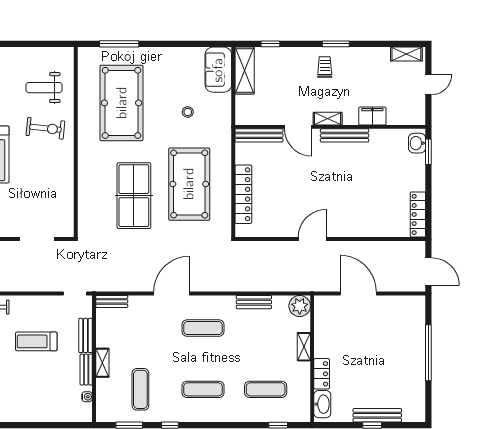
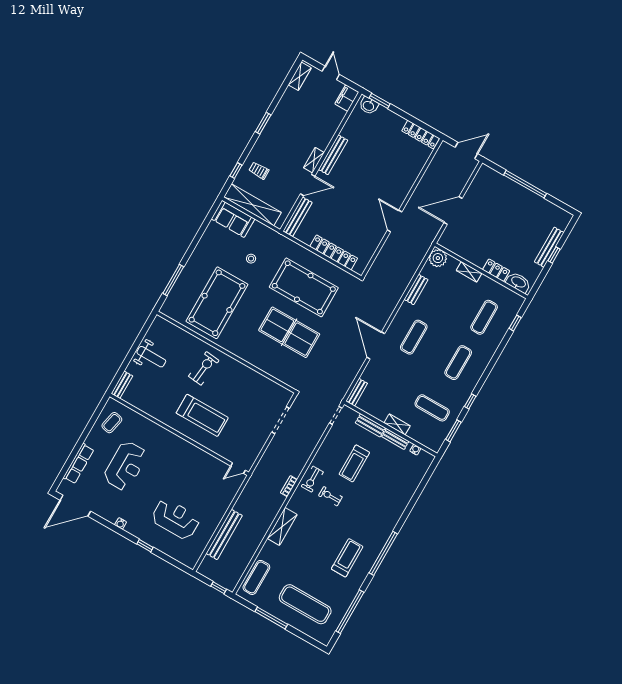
trolley: (325, 67) -> (259, 171), moved
shelving: (245, 71) -> (253, 205), width x1.47
weight bench: (44, 88) -> (151, 357), moved, turned -90
pool table: (122, 103) -> (217, 303), turned 90
filing cabinet: (372, 116) -> (347, 98), moved

